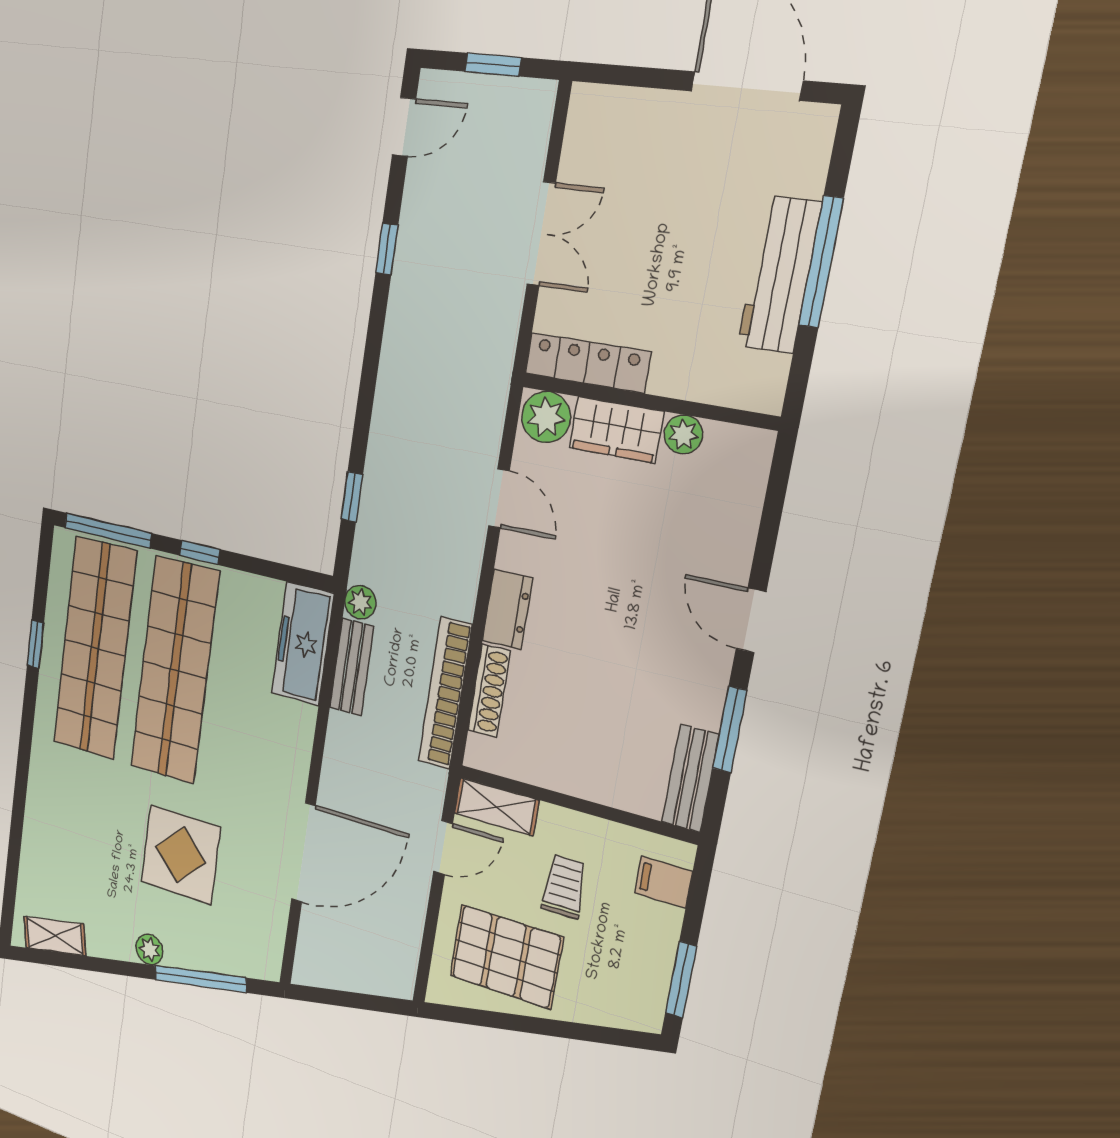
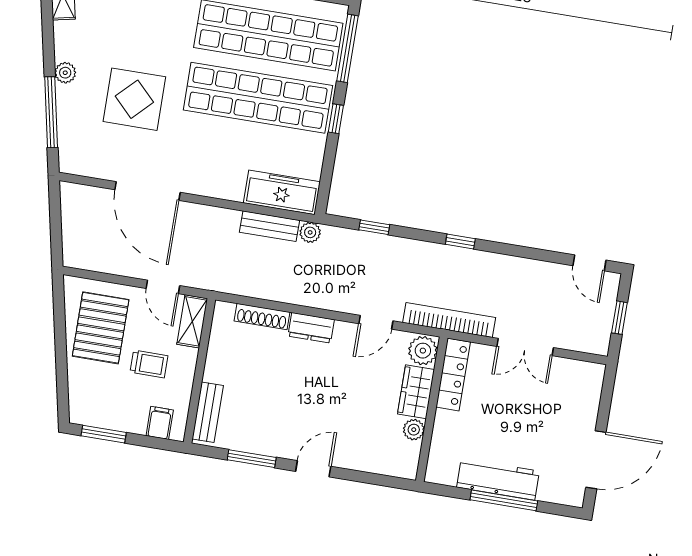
window: (387, 249) -> (460, 242), moved
bookcase: (445, 693) -> (449, 320), moved
bench: (690, 778) -> (208, 412), moved, turned 90

